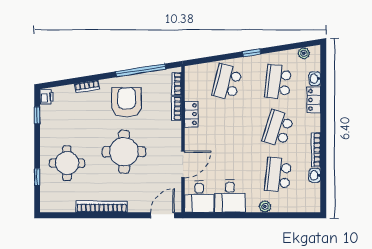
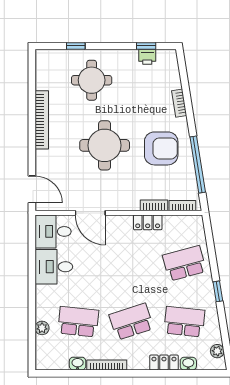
school desk: (227, 82) -> (184, 263), turned -30
printer: (46, 97) -> (147, 57), moved
school desk: (278, 128) -> (131, 322), turned -36
plant: (265, 206) -> (42, 328), moved

